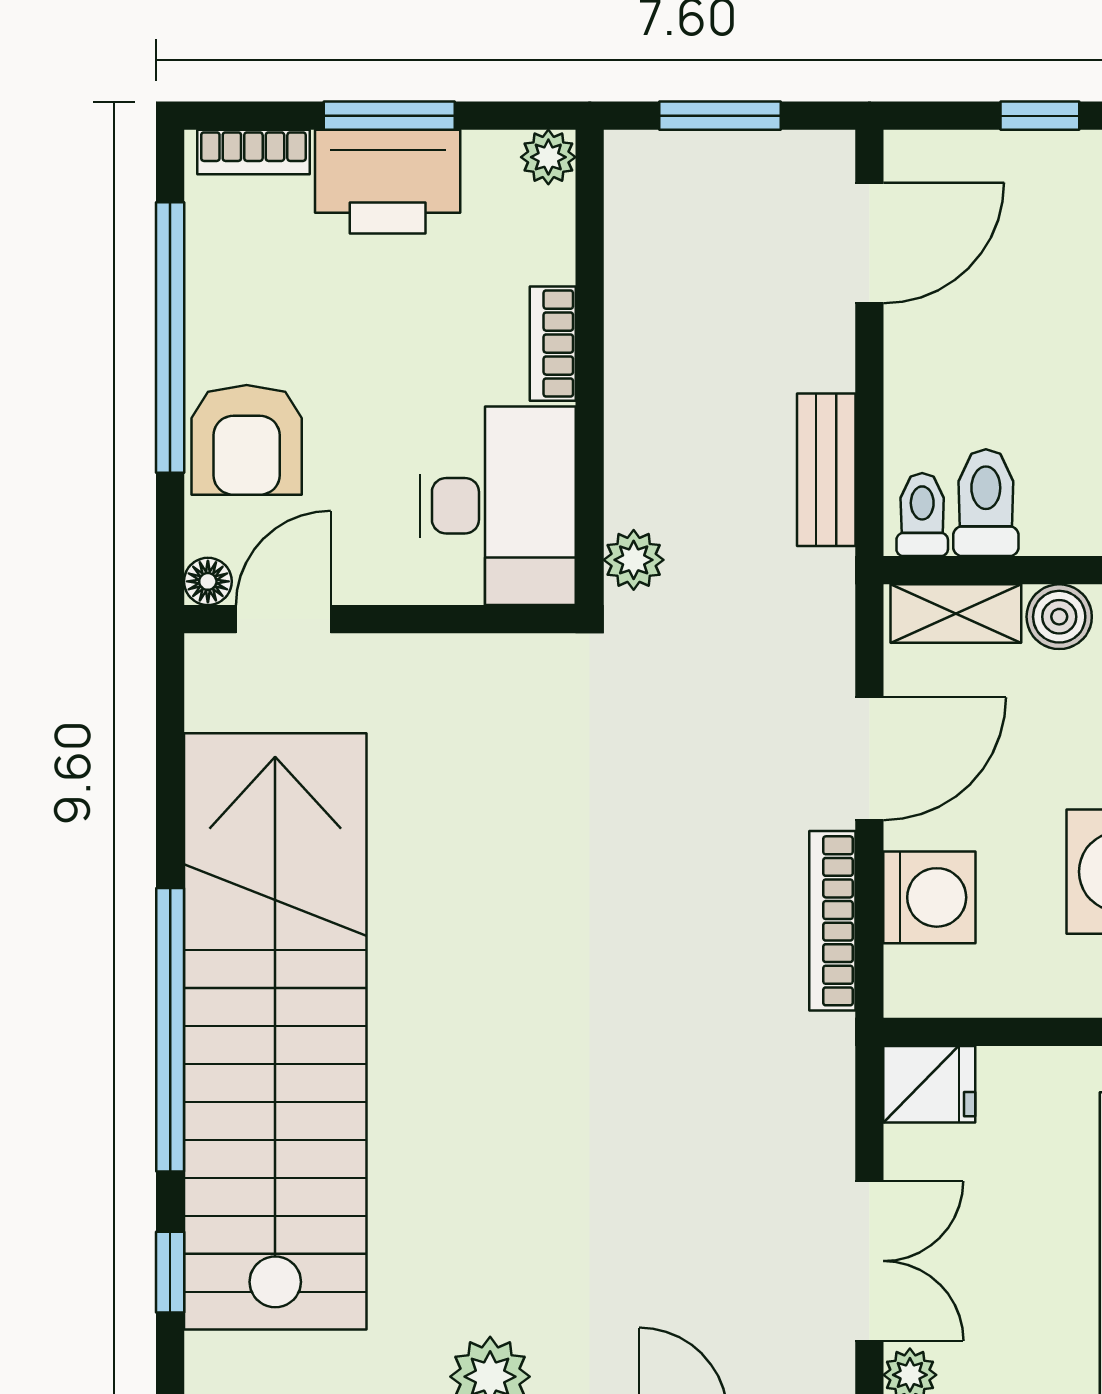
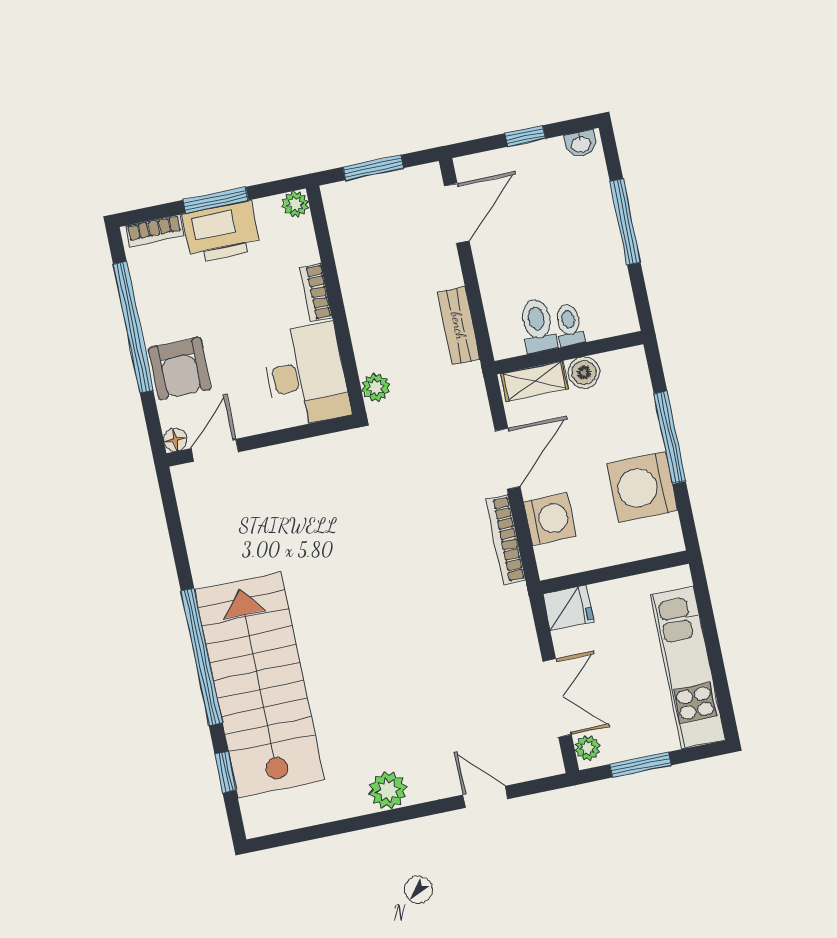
toilet: (922, 515) -> (569, 325), moved
stairs: (275, 1031) -> (259, 685), width x0.73

